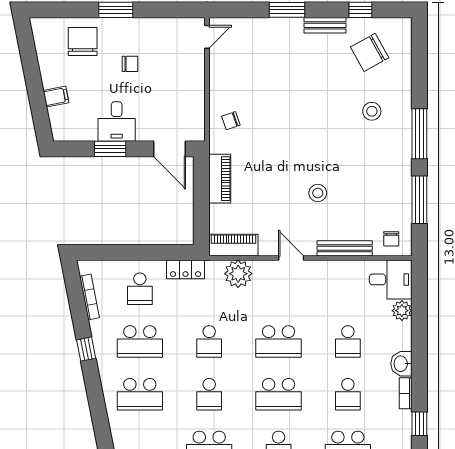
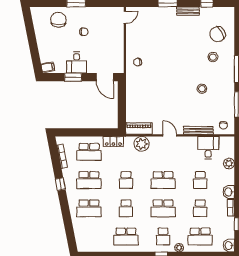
chair: (370, 52) -> (218, 34), moved
filing cabinet: (56, 97) -> (48, 67), moved
piano: (220, 179) -> (132, 93), removed
stool: (318, 193) -> (202, 89), moved
desk: (391, 279) -> (208, 148), moved, turned -90
school desk: (140, 289) -> (89, 152), width x1.85

